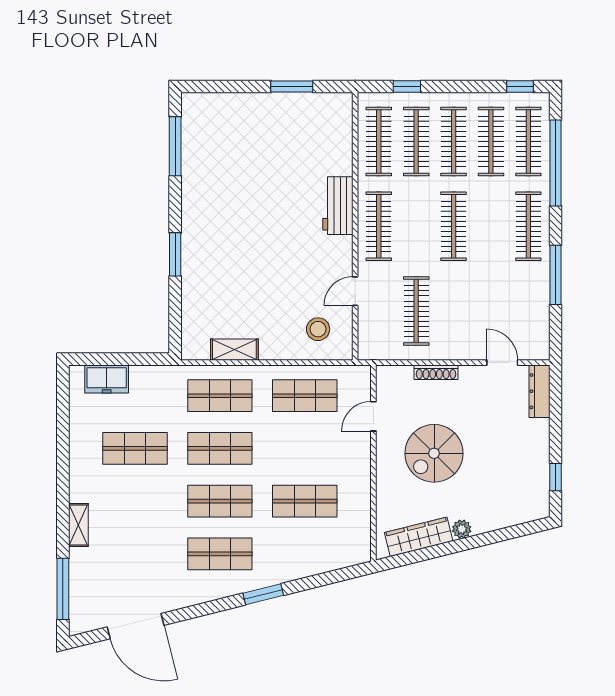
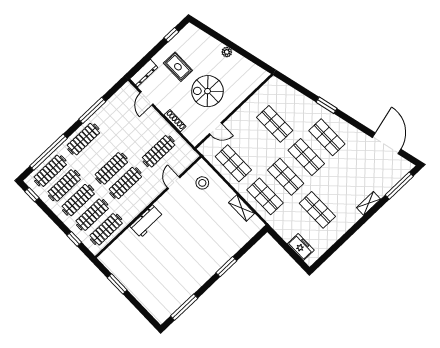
clothes rail: (379, 226) -> (125, 183), moved
door: (355, 291) -> (174, 183), swing flipped
rug: (504, 445) -> (178, 67), added
spiral stairs: (434, 453) -> (207, 91), turned 180
wardrobe: (419, 537) -> (246, 66), removed

